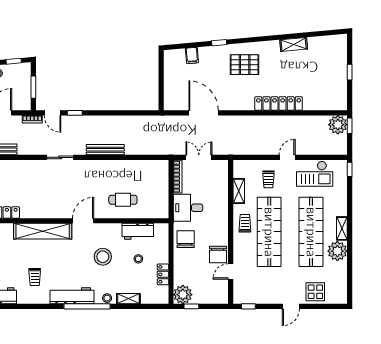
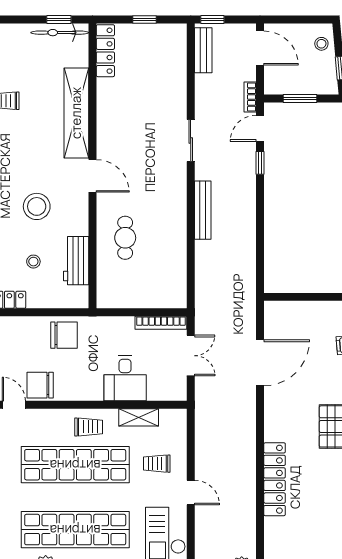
desk: (188, 208) -> (125, 378), moved, turned 180

